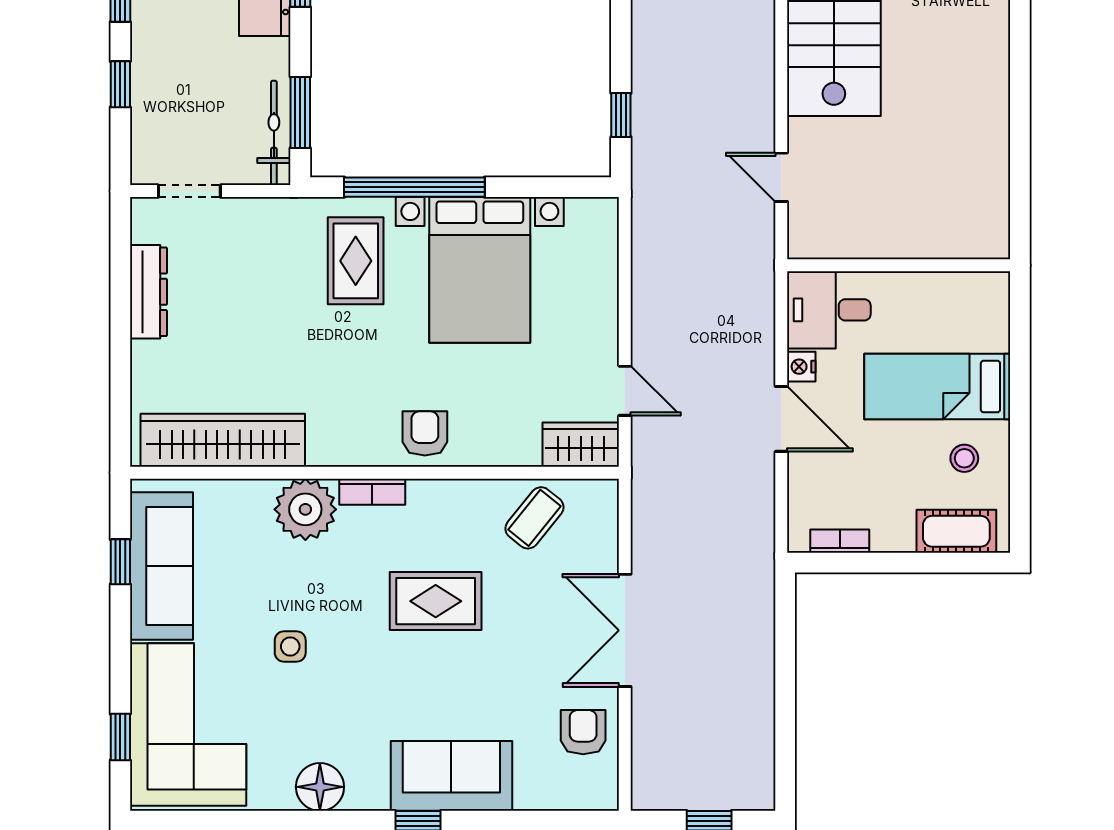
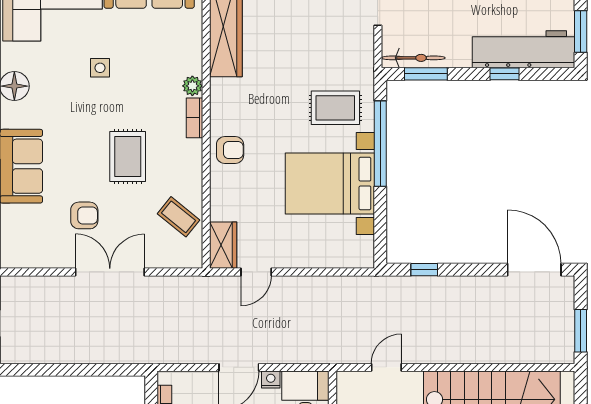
plant: (305, 509) -> (192, 86), width x0.53, depth x0.53
armchair: (583, 732) -> (84, 215), moved

